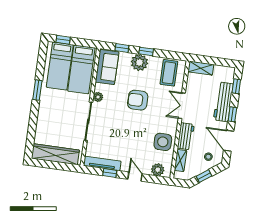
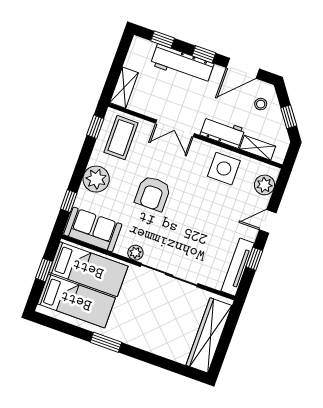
window: (63, 40) -> (44, 270), moved
window: (146, 51) -> (95, 127), moved
coffee table: (169, 73) -> (121, 138), turned 90

